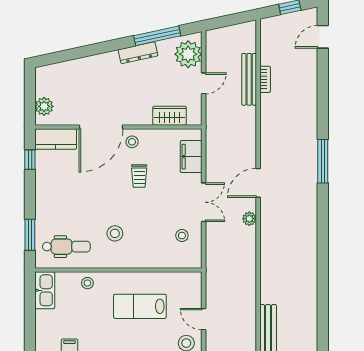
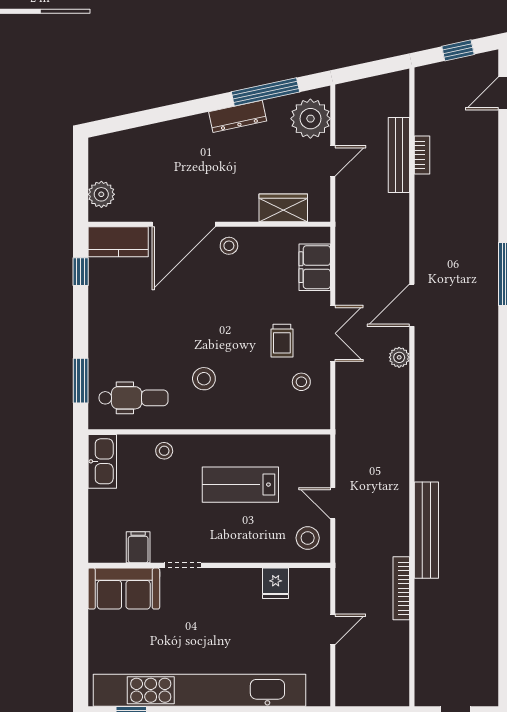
trolley: (139, 176) -> (282, 341), moved

